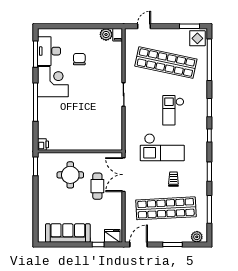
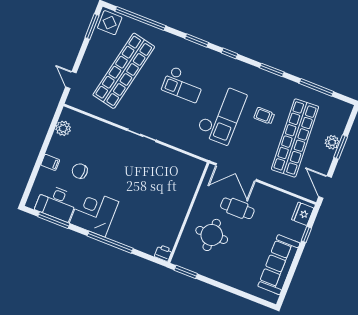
filing cabinet: (118, 35) -> (50, 162), moved
plant: (197, 237) -> (332, 142), moved

